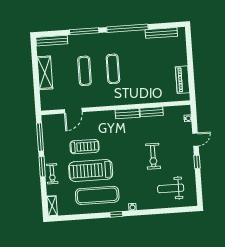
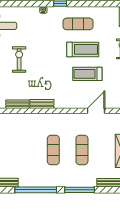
treadmill: (91, 171) -> (83, 49), width x0.73, depth x0.73
exercise mat: (97, 195) -> (78, 24), width x0.73, depth x0.69

